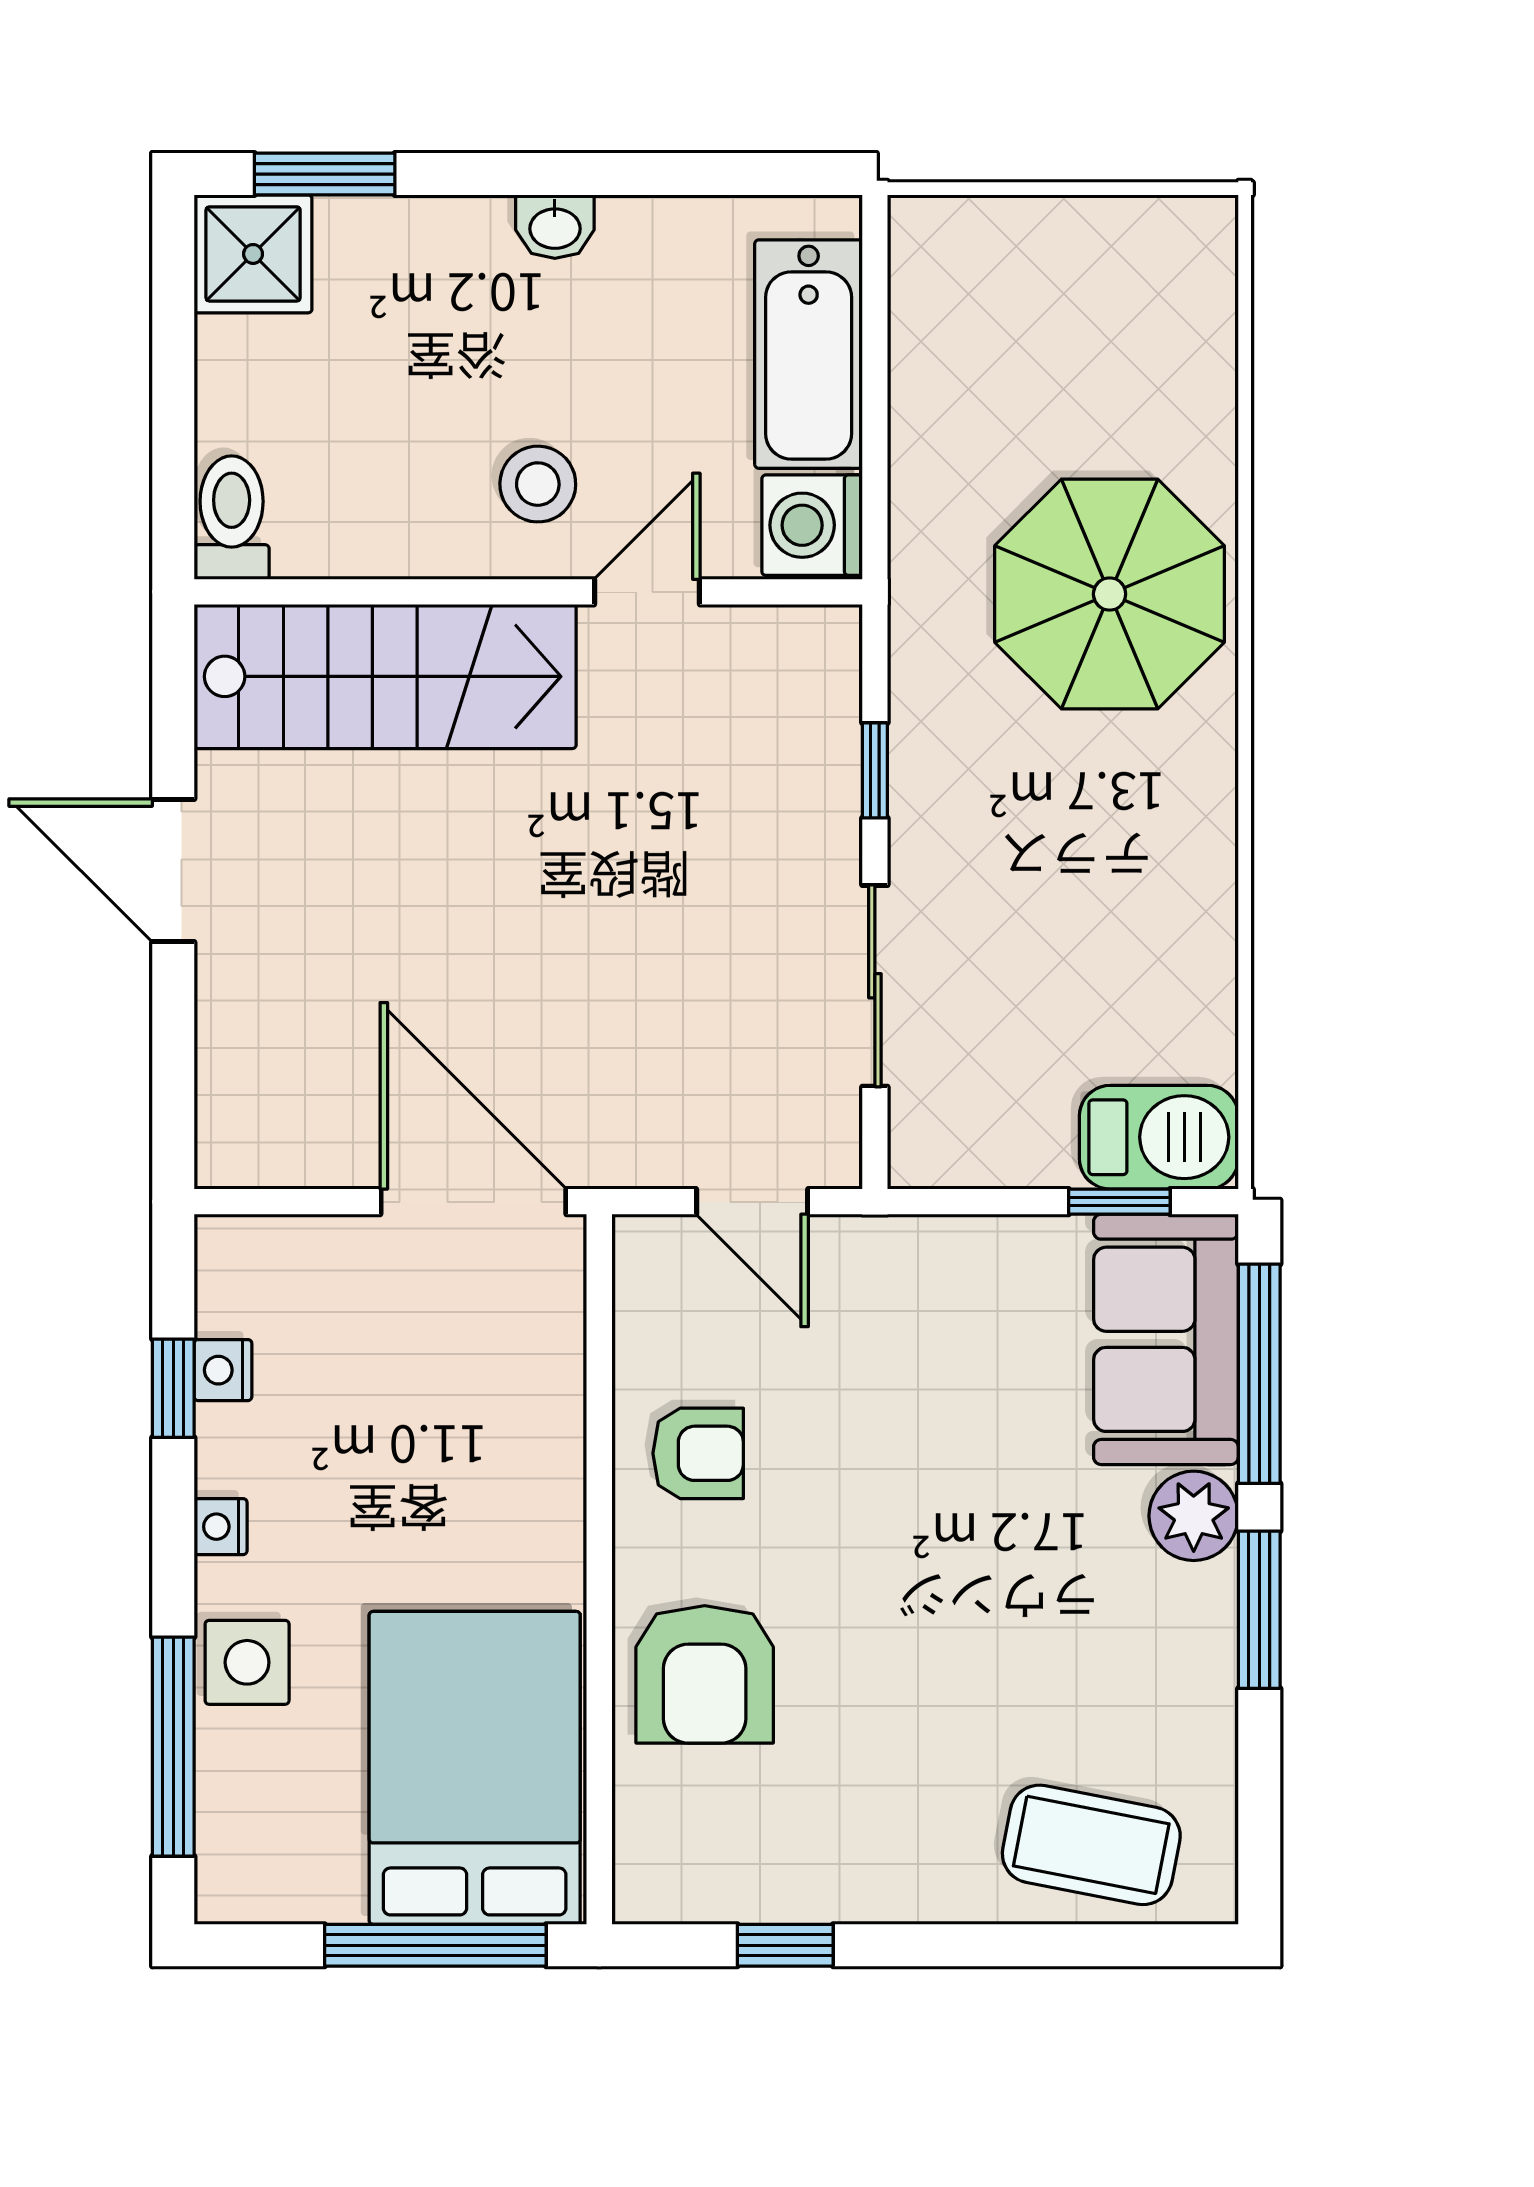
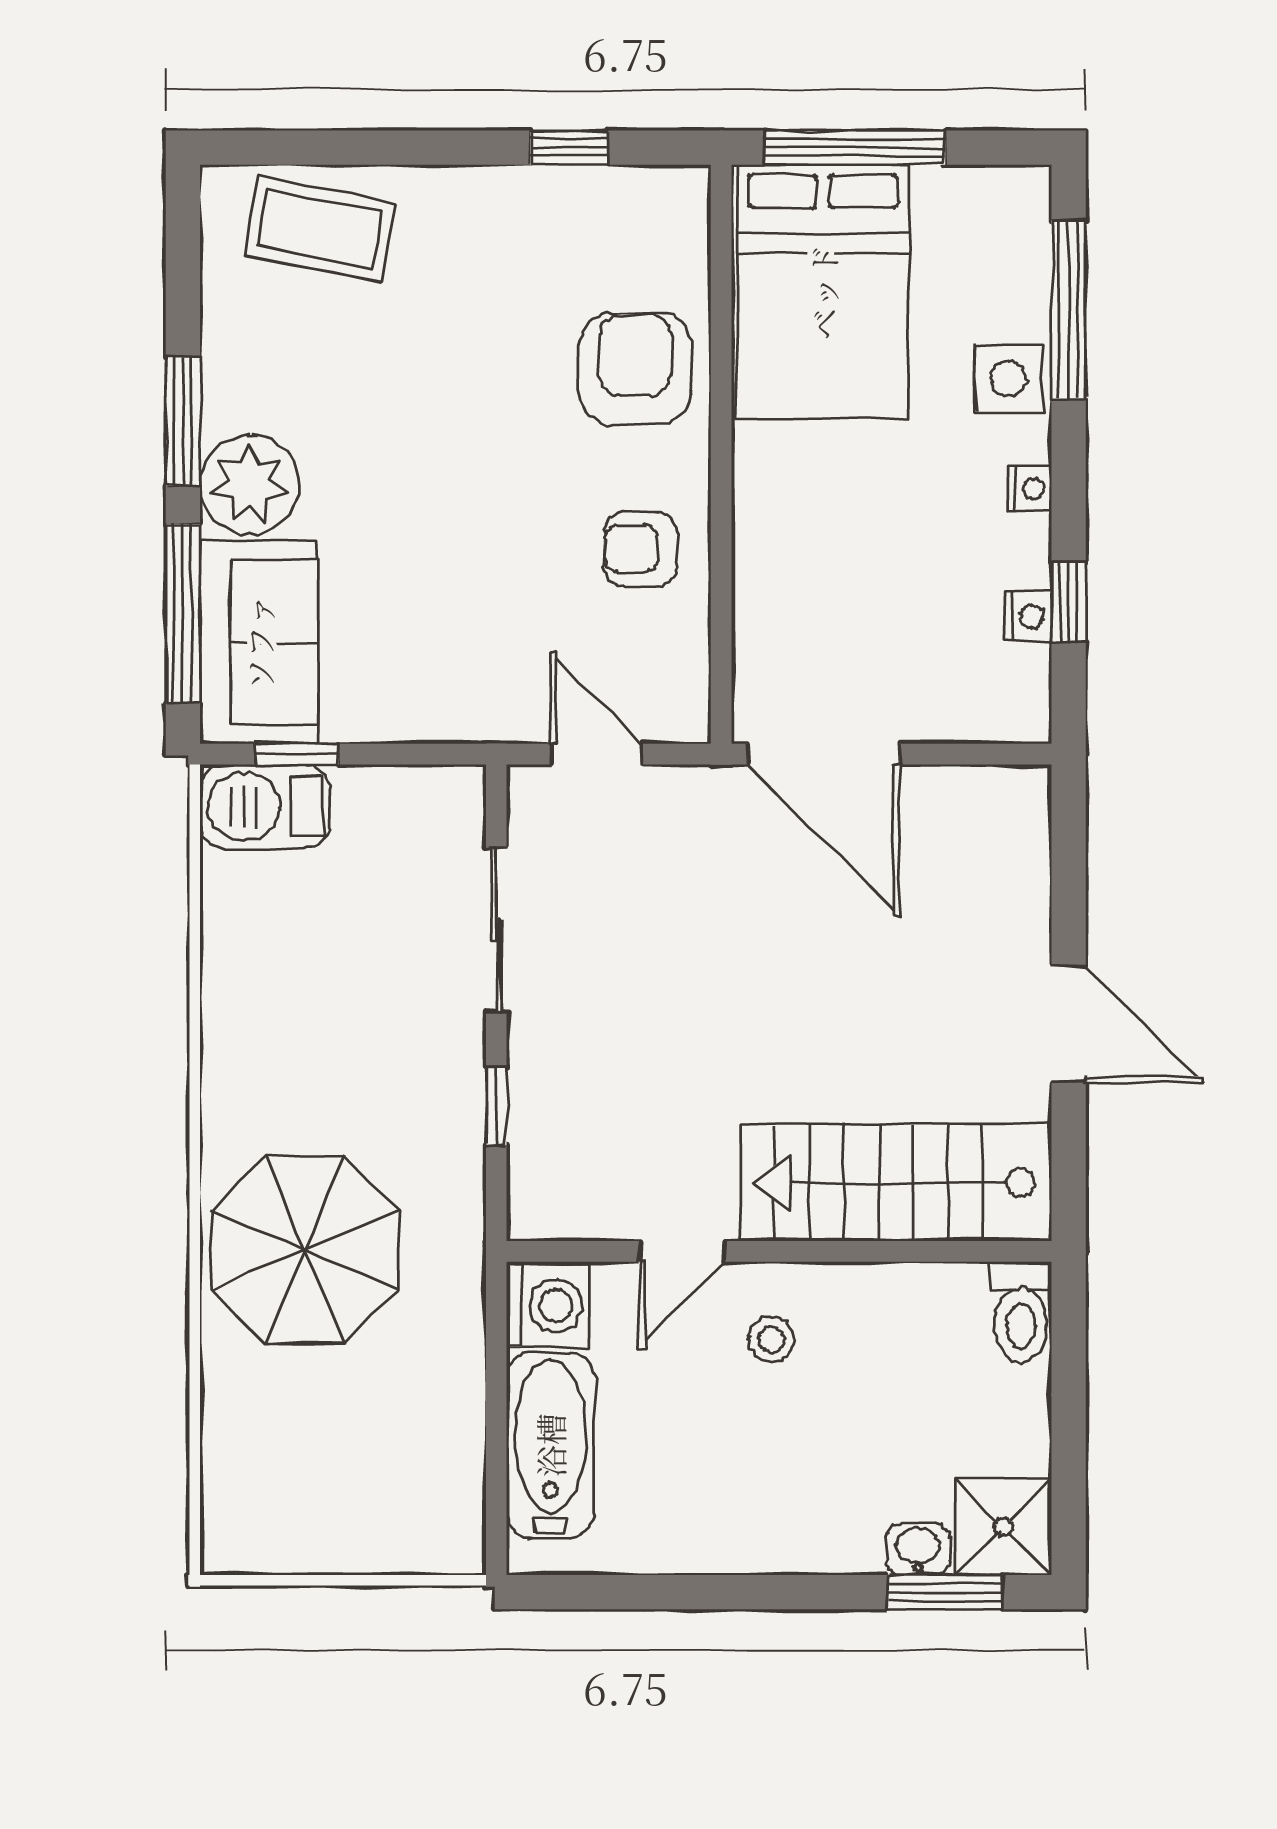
washbasin: (555, 227) -> (918, 1549), moved
stool: (538, 484) -> (771, 1339), width x0.73, depth x0.73
plant: (1194, 1516) -> (250, 485), width x1.36, depth x1.36

